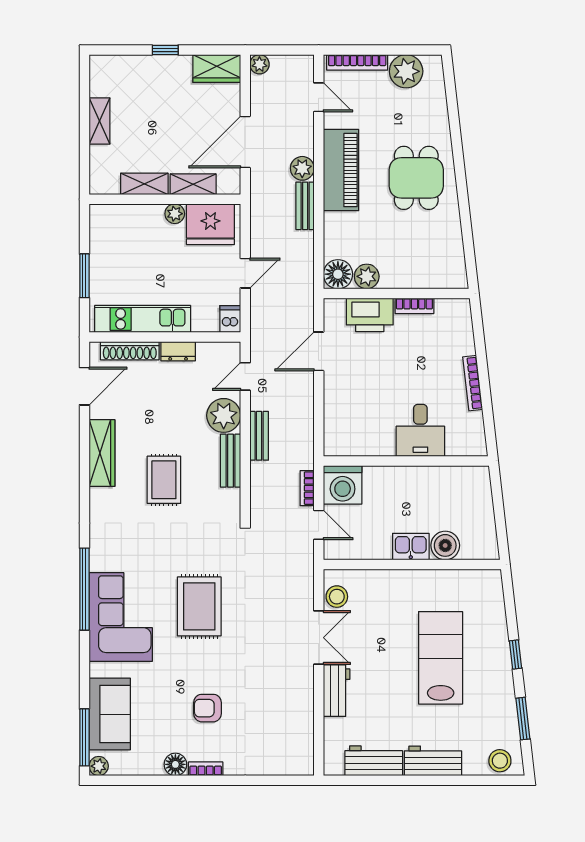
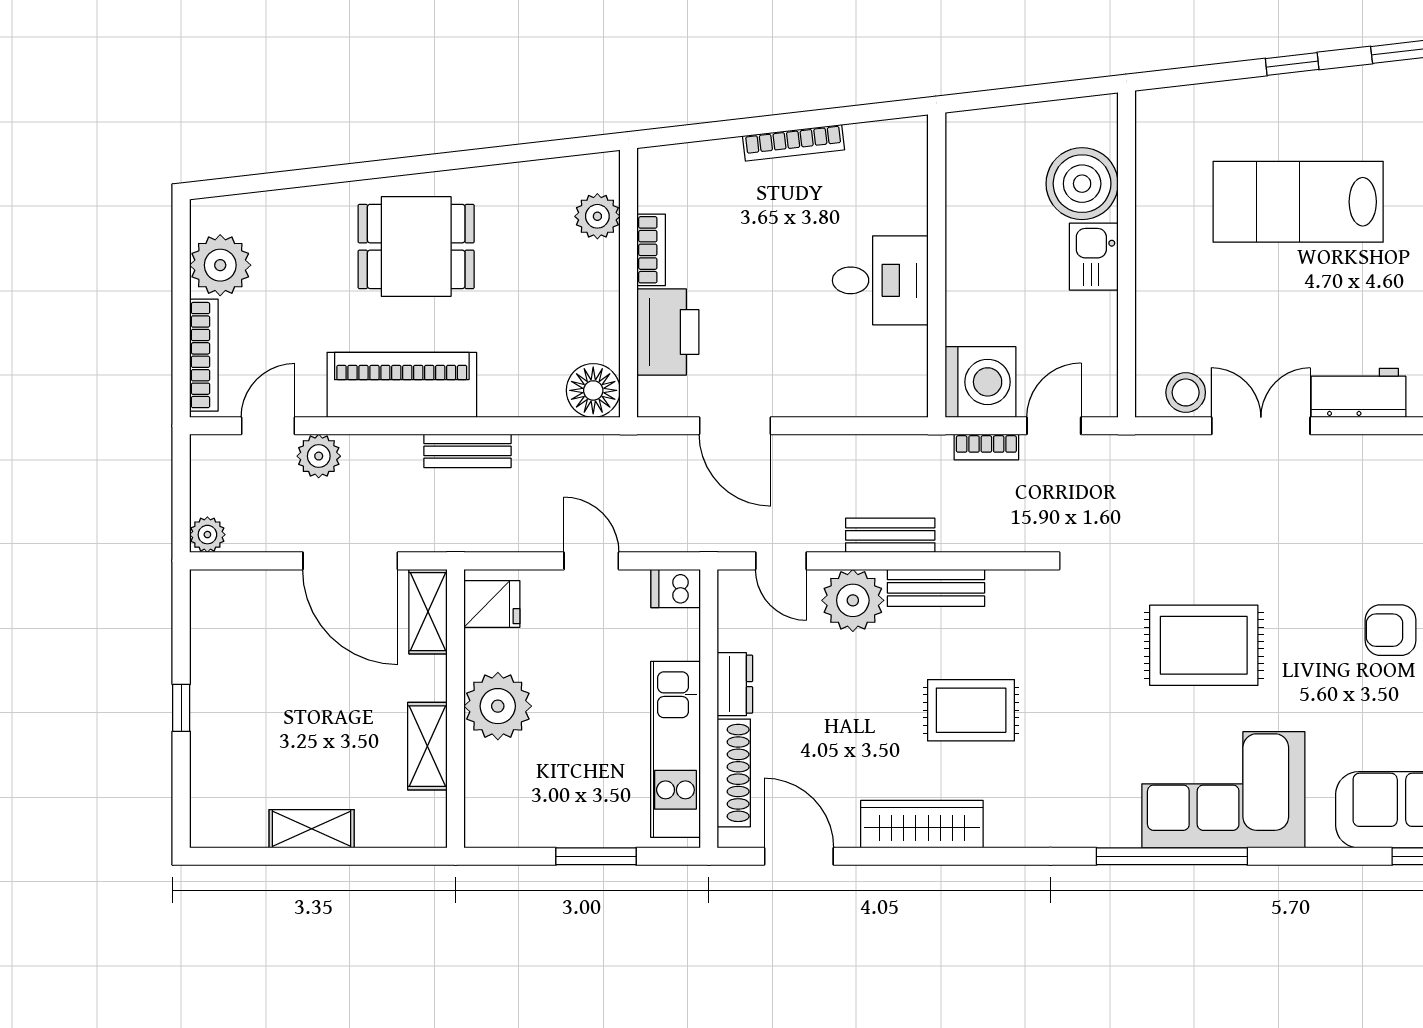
wardrobe: (217, 68) -> (215, 613), removed
plant: (302, 168) -> (319, 456), moved
shelving: (193, 184) -> (428, 612), moved
plant: (175, 214) -> (498, 706), width x1.87, depth x1.87
fridge: (210, 224) -> (492, 604), width x0.53, depth x0.75
plant: (367, 276) -> (597, 216), moved
desk: (420, 430) -> (880, 280), moved
boiler: (445, 545) -> (1082, 184), width x1.37, depth x1.37
armchair: (208, 708) -> (1391, 630), turned 90

